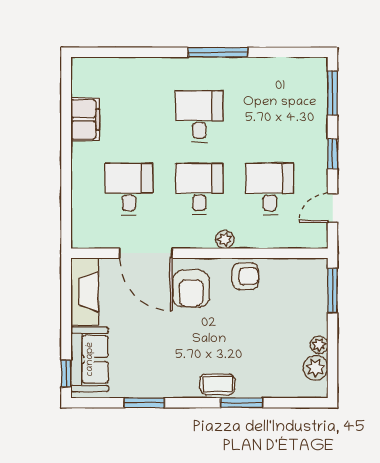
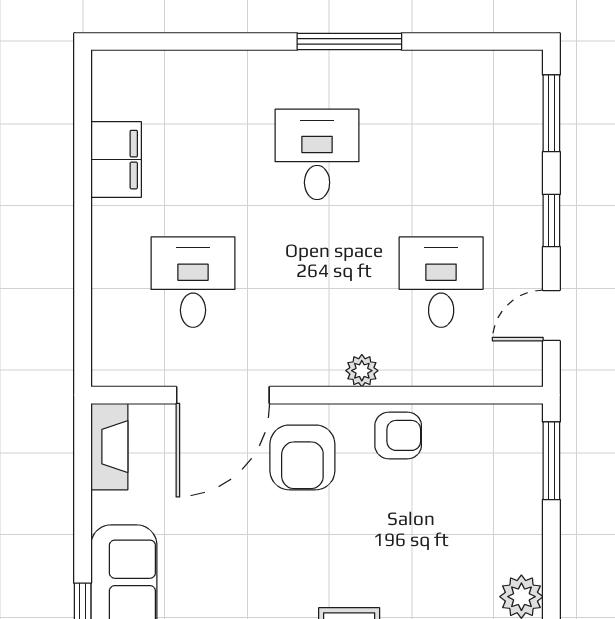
desk: (199, 189) -> (317, 282), removed
door: (146, 253) -> (223, 395), hinge flipped
fireplace: (85, 292) -> (109, 447), width x0.73, depth x0.76
plant: (319, 345) -> (528, 556), removed

